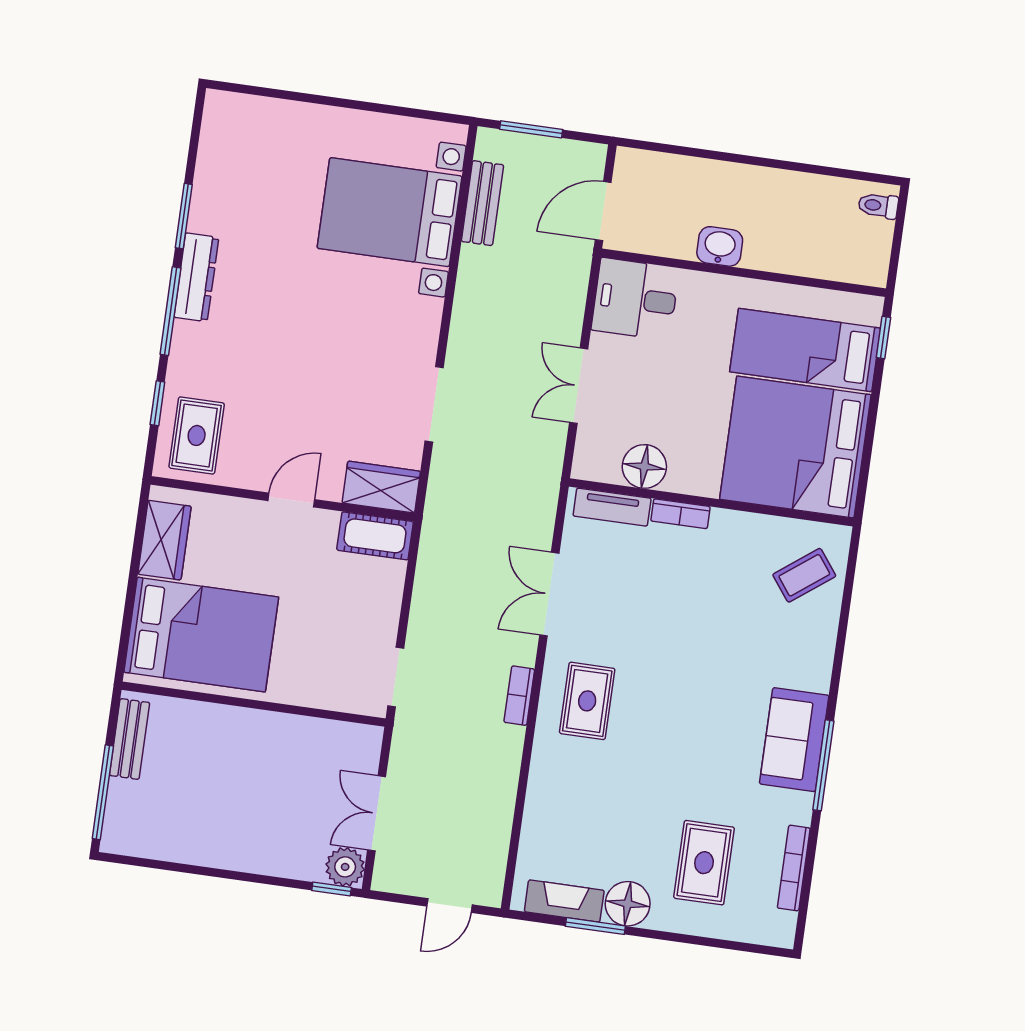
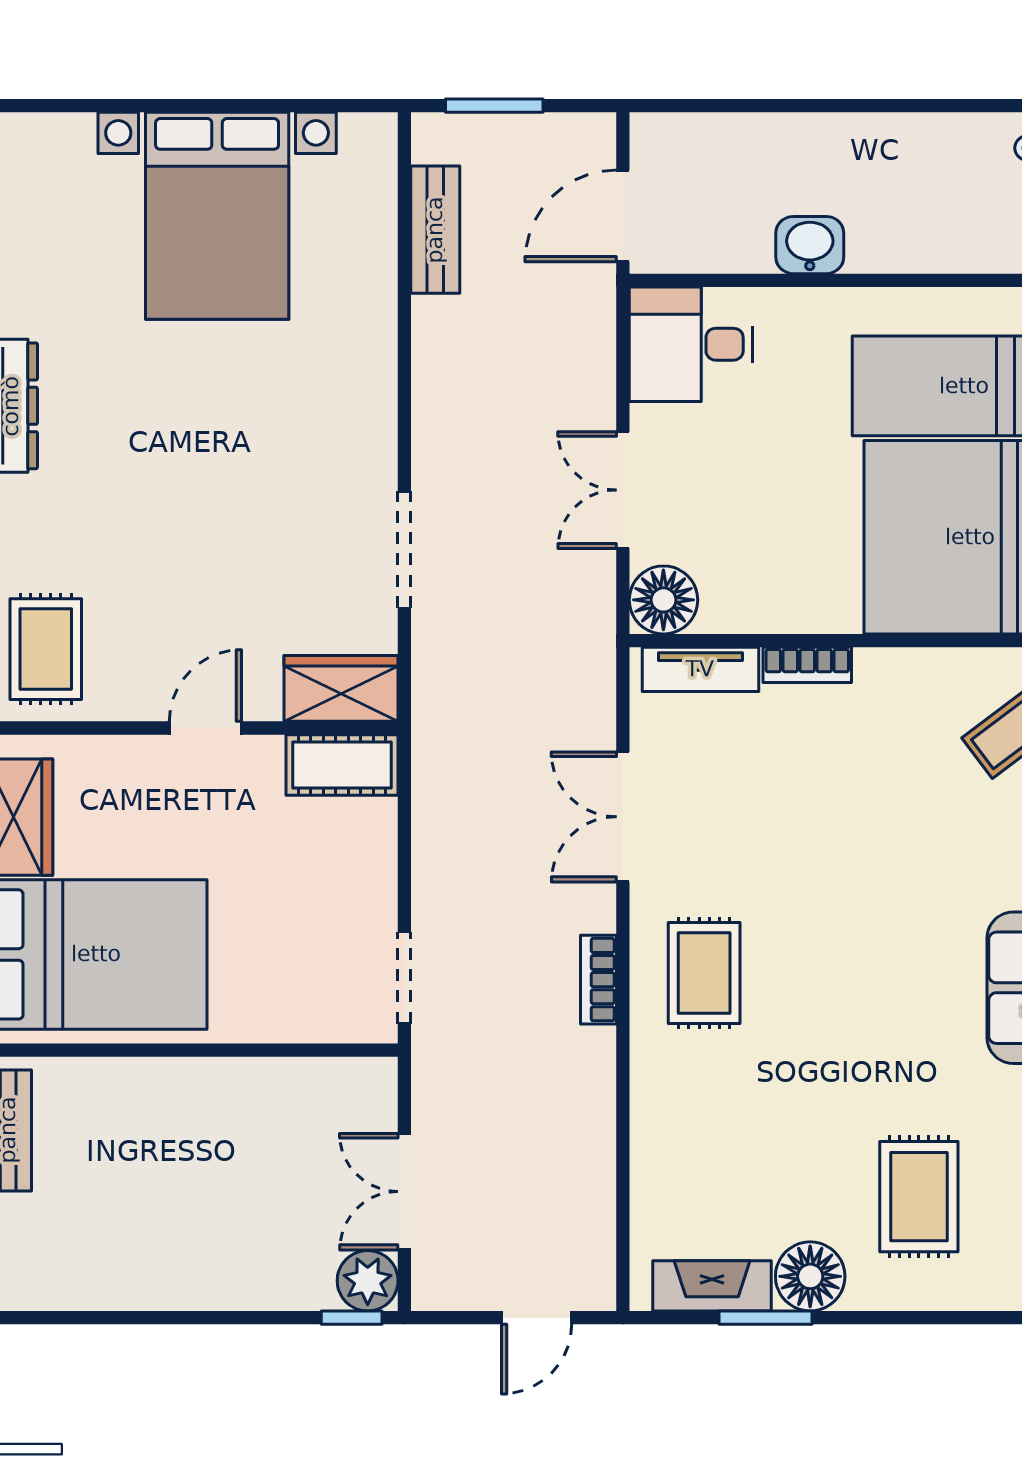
bed with nightstands: (390, 212) -> (217, 216), moved, turned -90
floor lamp: (644, 466) -> (663, 600), moved

